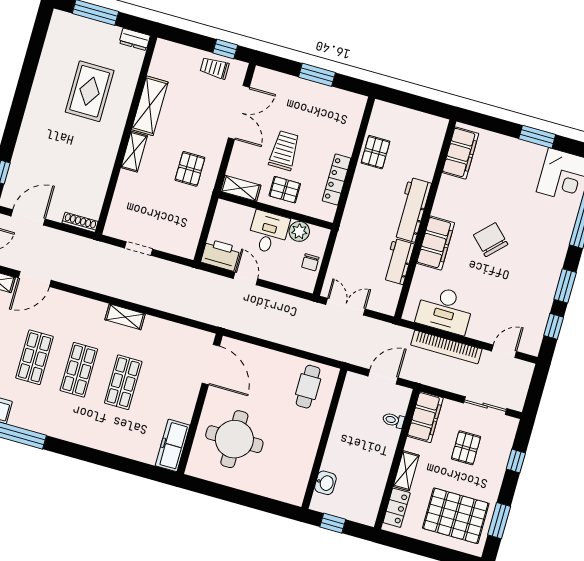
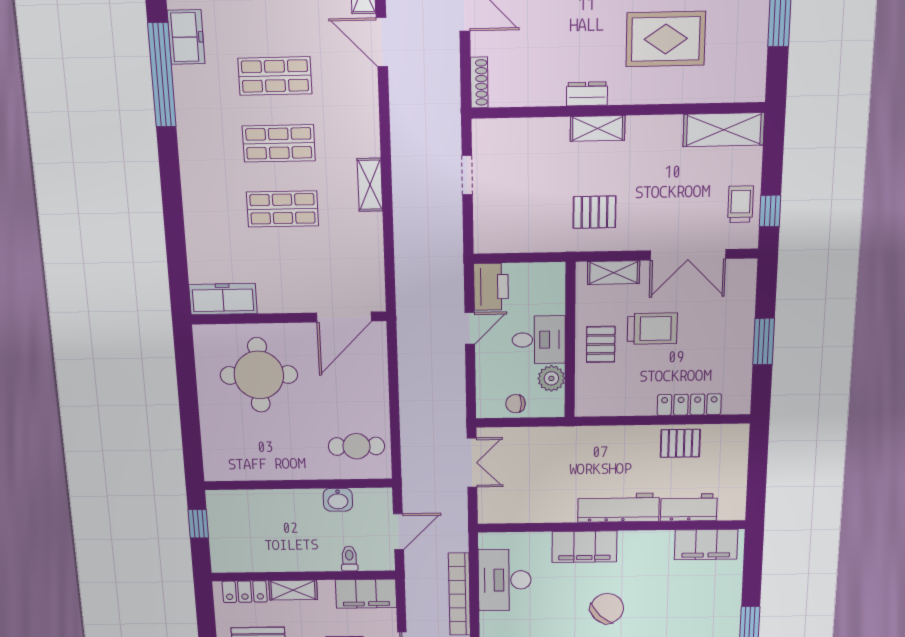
dresser: (135, 39) -> (587, 94), moved, turned 90
shelving: (150, 106) -> (724, 130), moved
locker: (337, 179) -> (689, 405), moved
shelving: (241, 188) -> (614, 273), moved, turned 90
workbench: (398, 261) -> (689, 507), moved
door: (383, 377) -> (399, 532), hinge flipped
washbasin: (325, 483) -> (338, 500), moved

